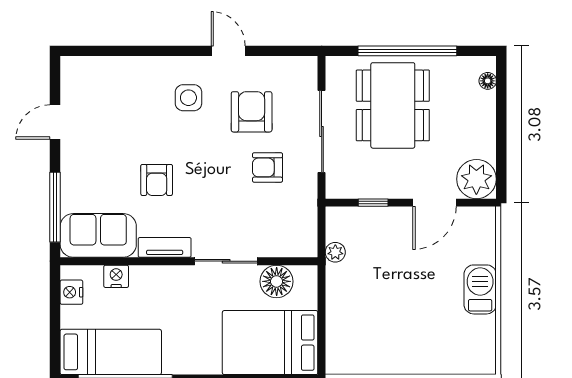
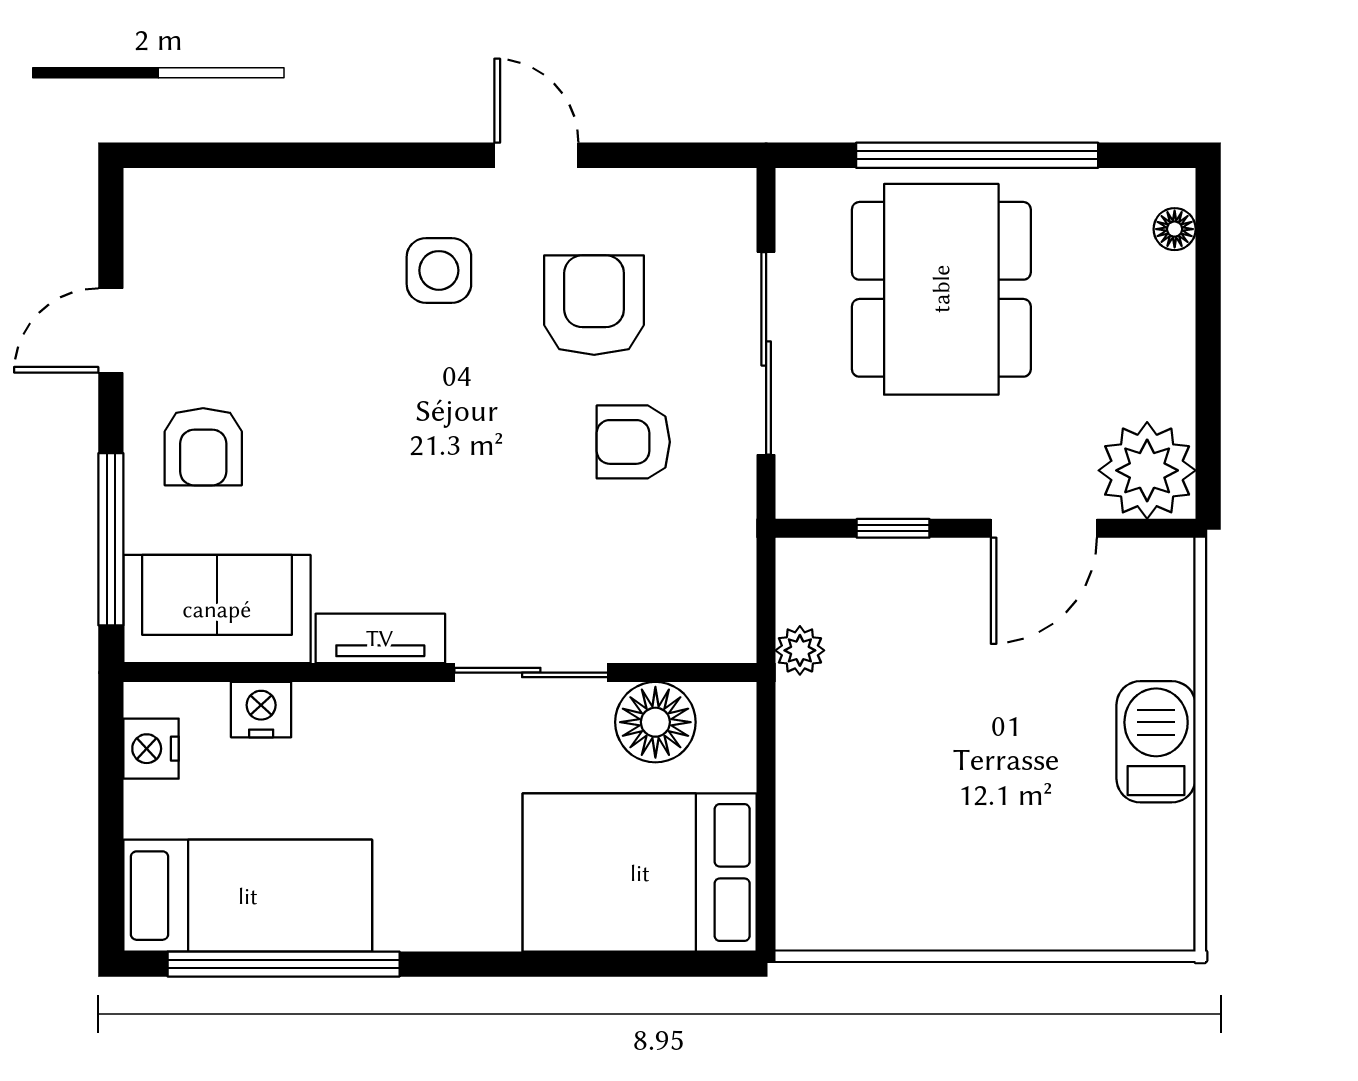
armchair: (157, 180) -> (203, 447), moved

